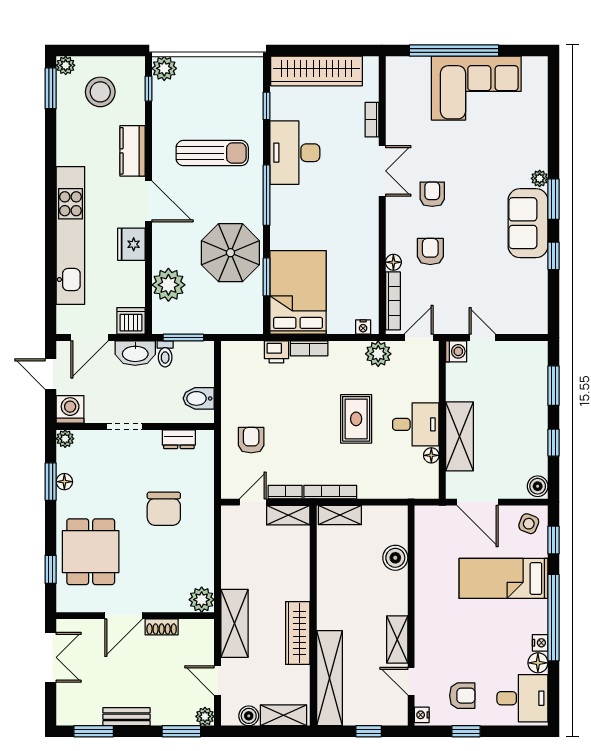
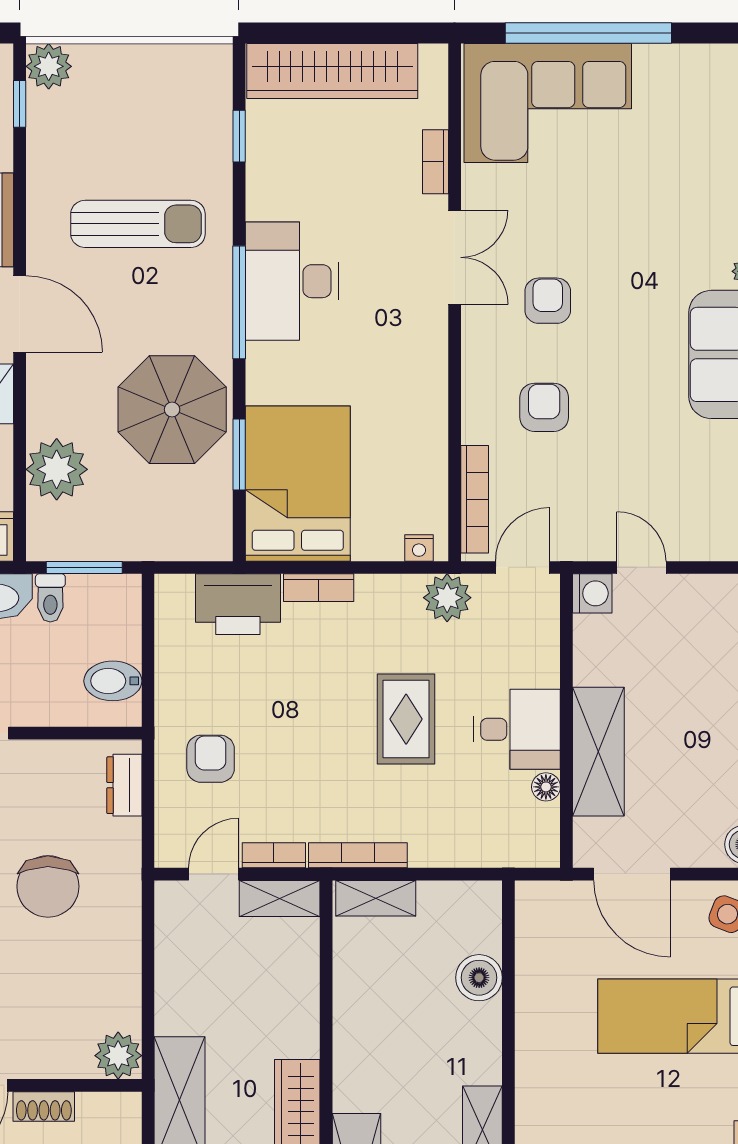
corner sofa: (476, 88) -> (548, 103), moved
desk: (295, 153) -> (292, 281), moved
floor lamp: (393, 262) -> (476, 427), removed
printer: (276, 352) -> (238, 604), width x1.87, depth x1.48
dresser: (179, 439) -> (124, 785), moved, turned 90

